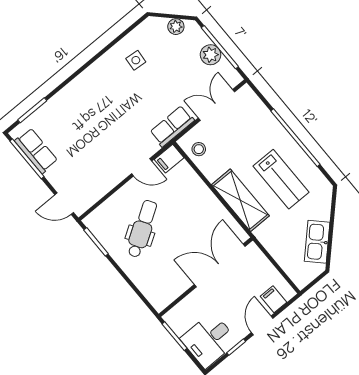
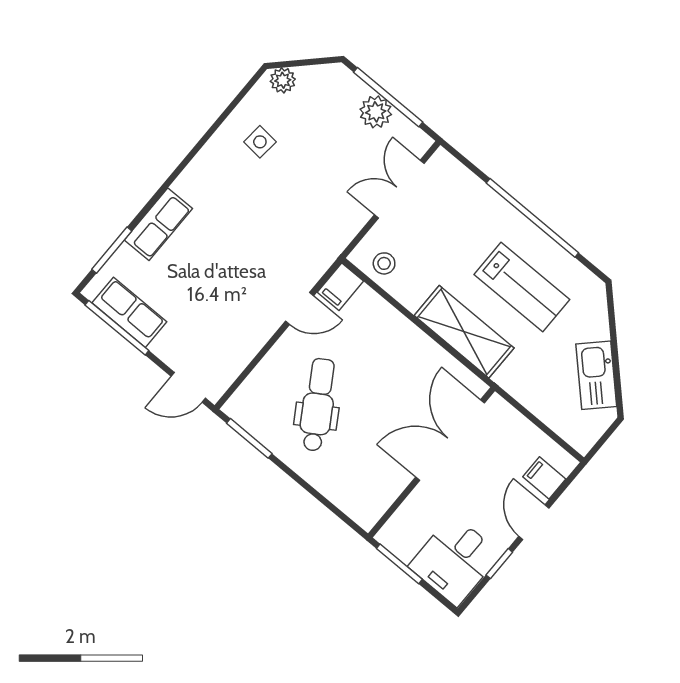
plant: (176, 27) -> (283, 80), moved
row of seats: (172, 126) -> (158, 224), moved, turned 180

